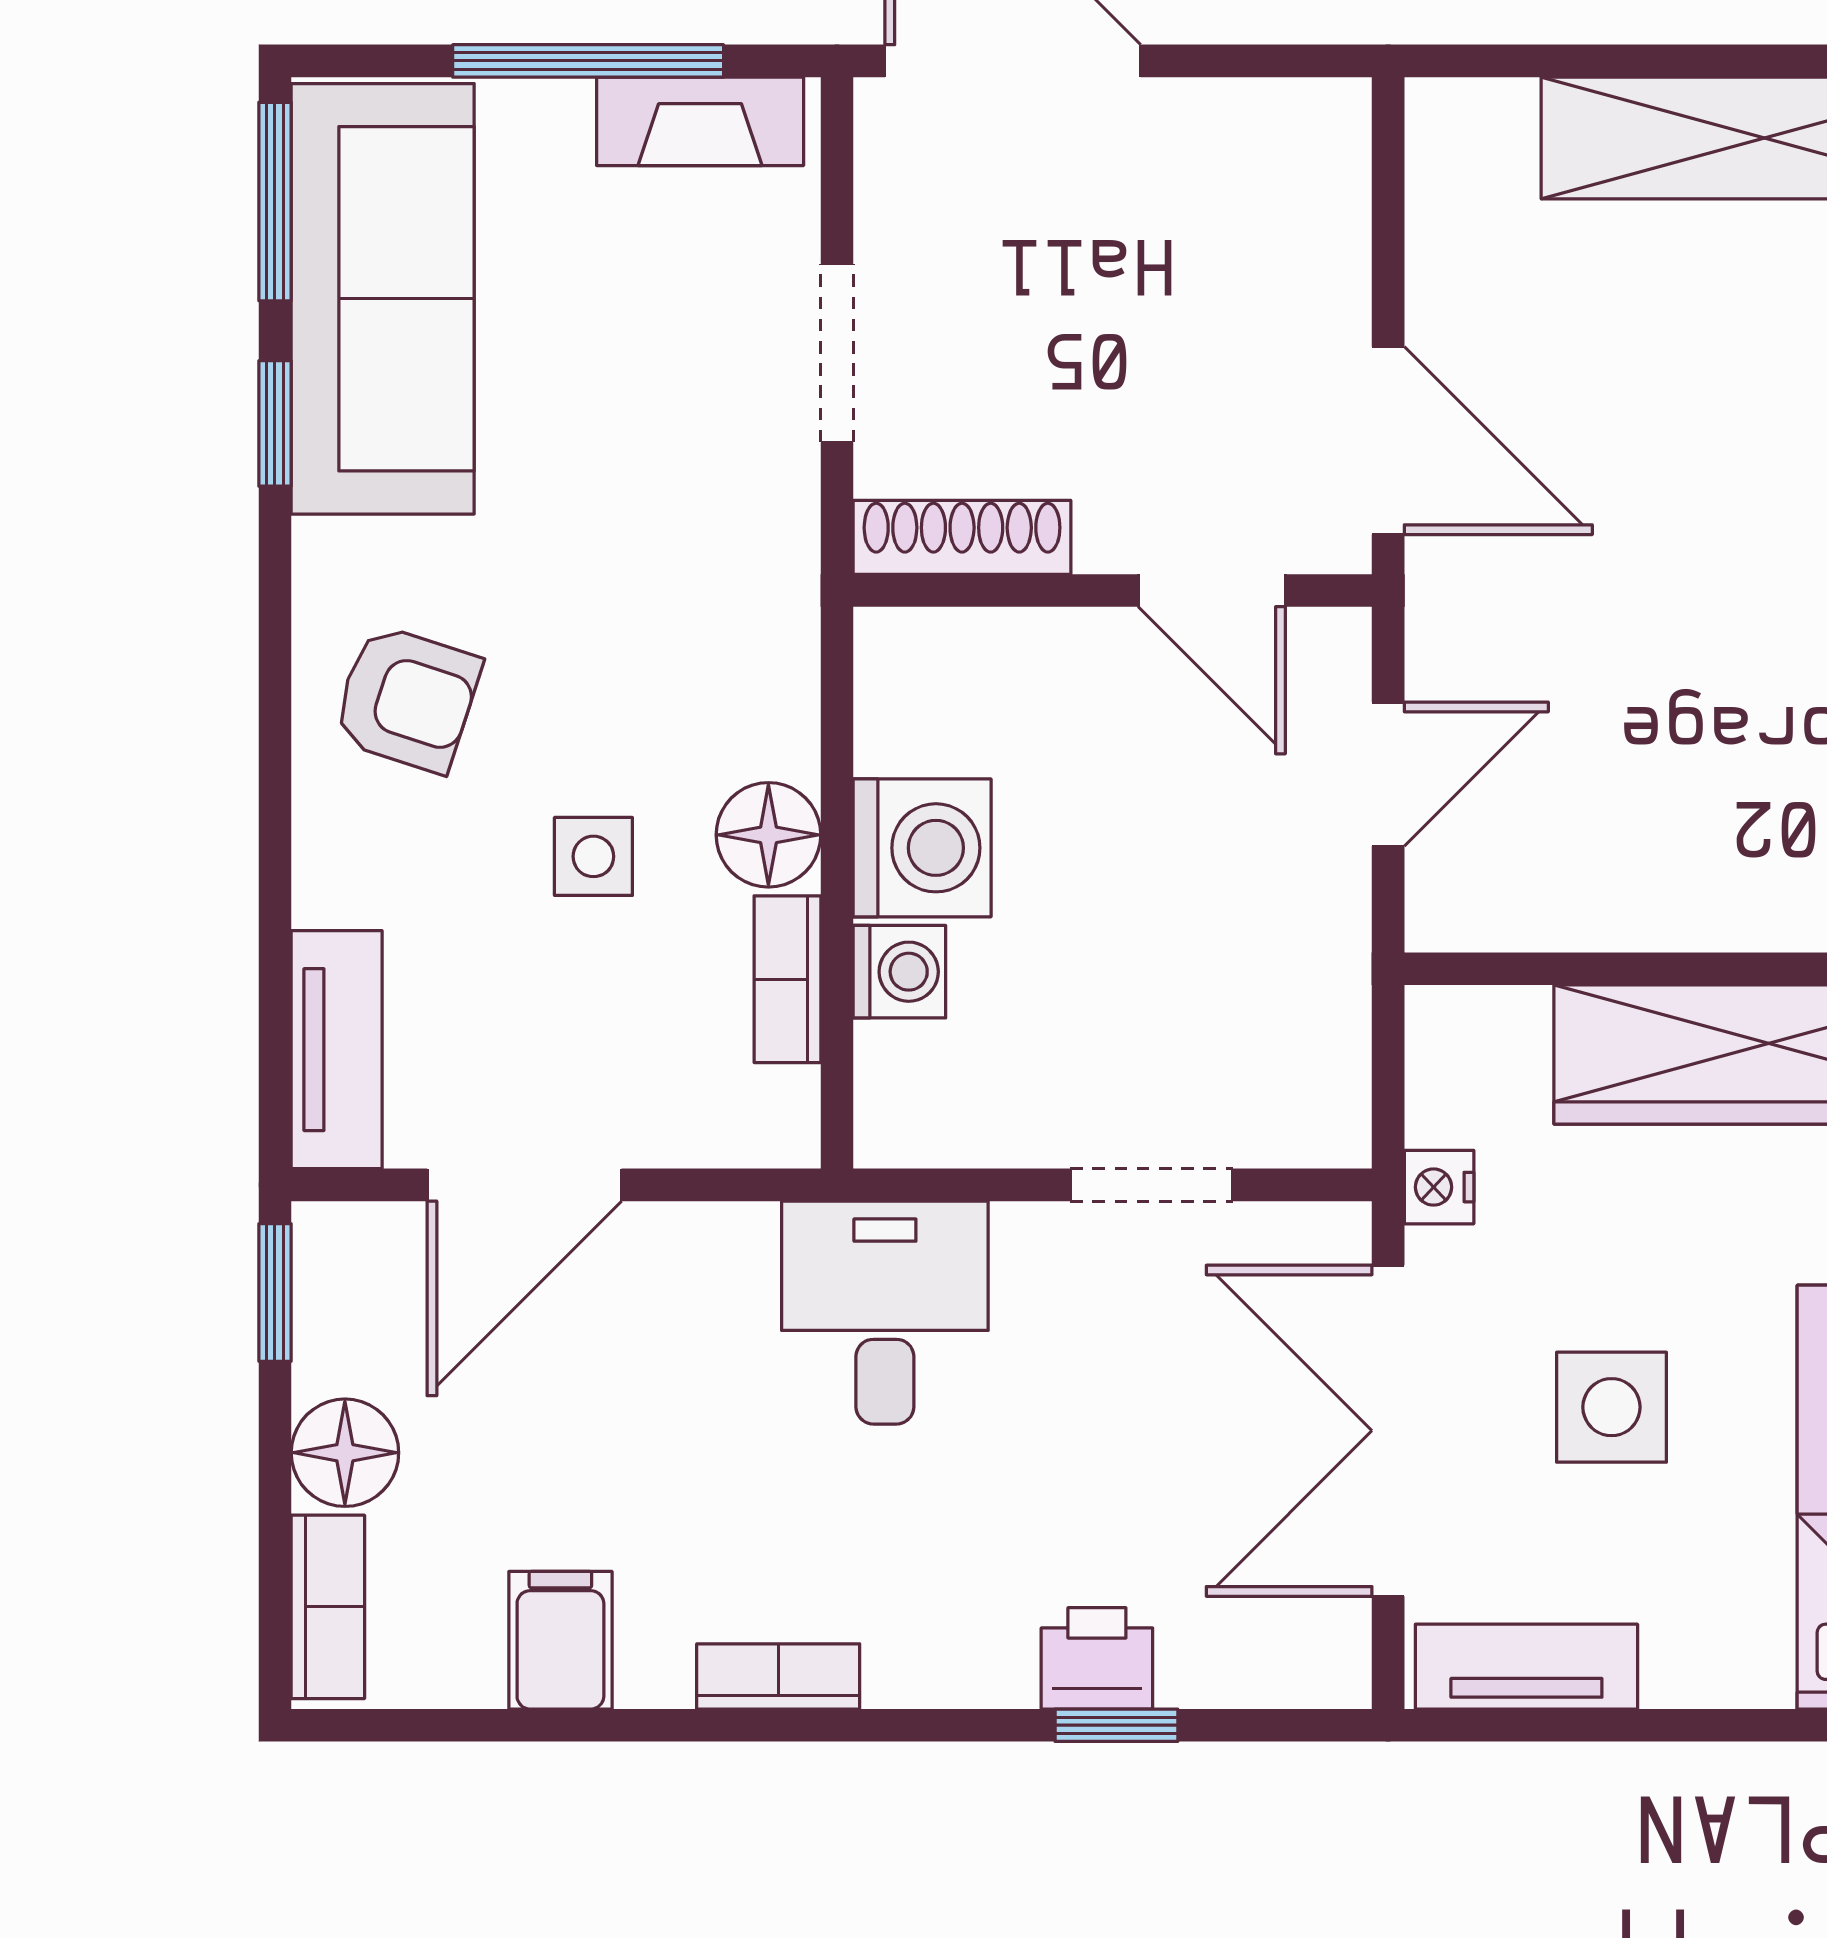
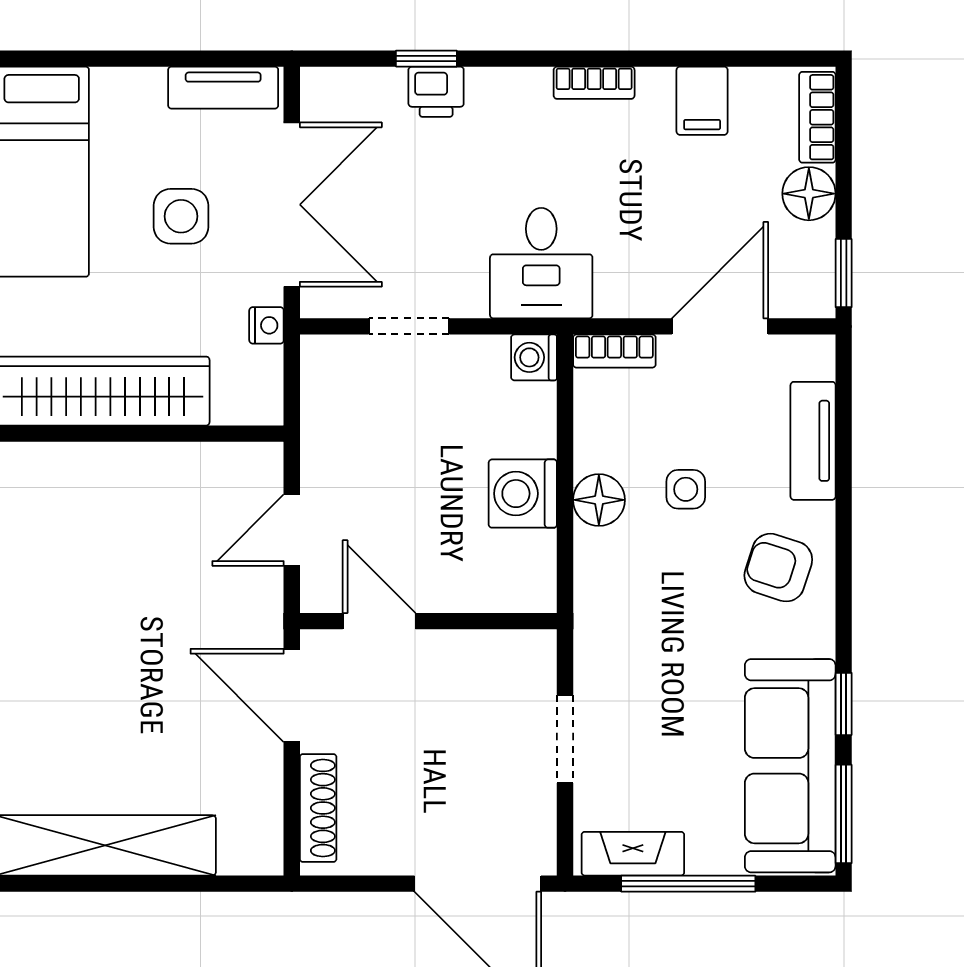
shoe rack: (962, 537) -> (318, 808), moved, turned -90
washing machine: (899, 972) -> (534, 357), moved
bookcase: (787, 979) -> (614, 351), moved, turned 90
tv unit: (337, 1050) -> (813, 441), moved

